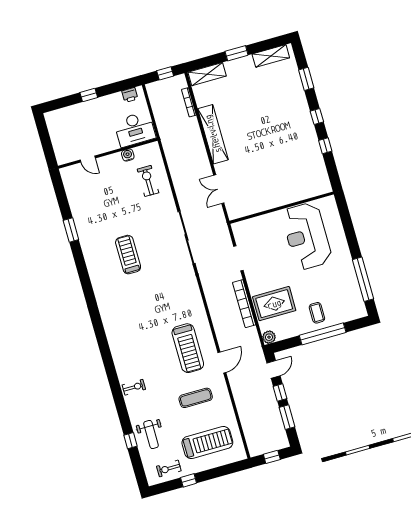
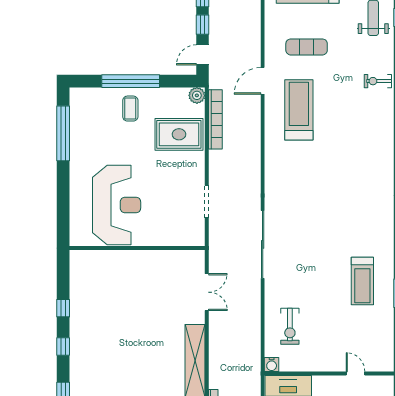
water cooler: (128, 155) -> (272, 365), moved
treadmill: (128, 255) -> (362, 281), moved
bookcase: (244, 304) -> (215, 119), moved

